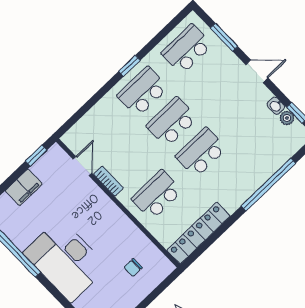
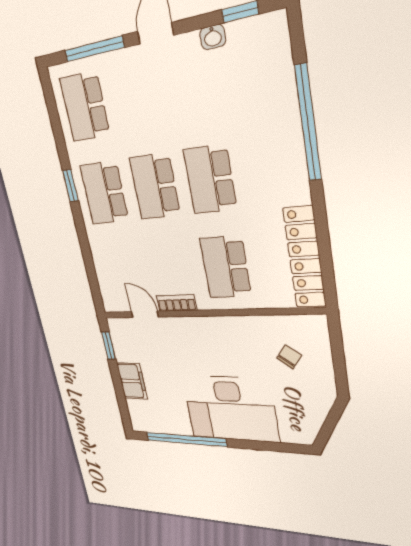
window: (224, 37) -> (94, 49), width x1.44
plant: (287, 118) -> (238, 32), removed
chair: (133, 267) -> (289, 357), turned -143

